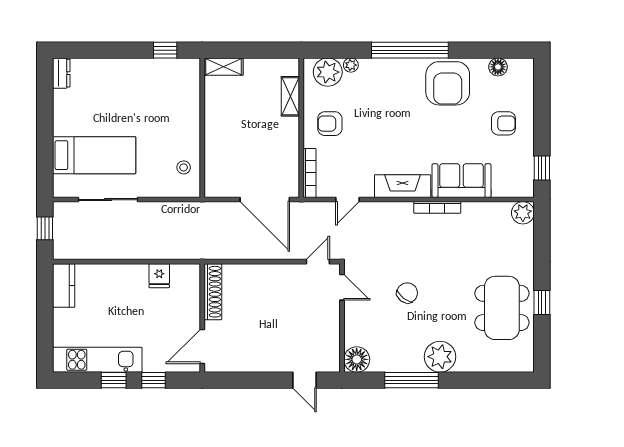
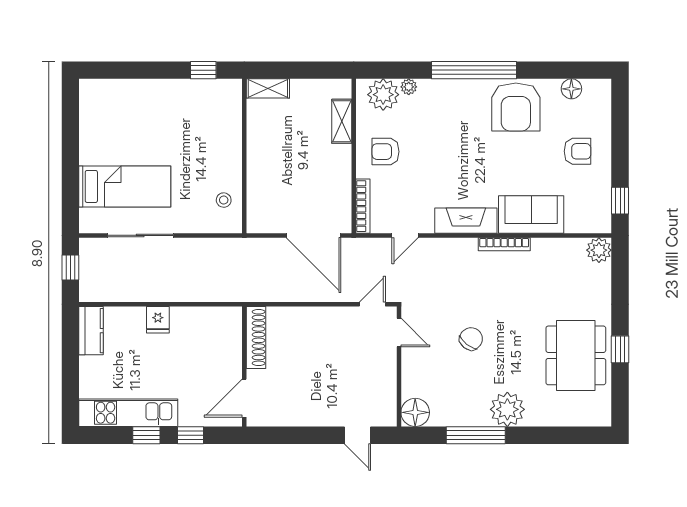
dresser: (61, 73) -> (88, 96), removed
fridge: (159, 276) -> (158, 320), moved

